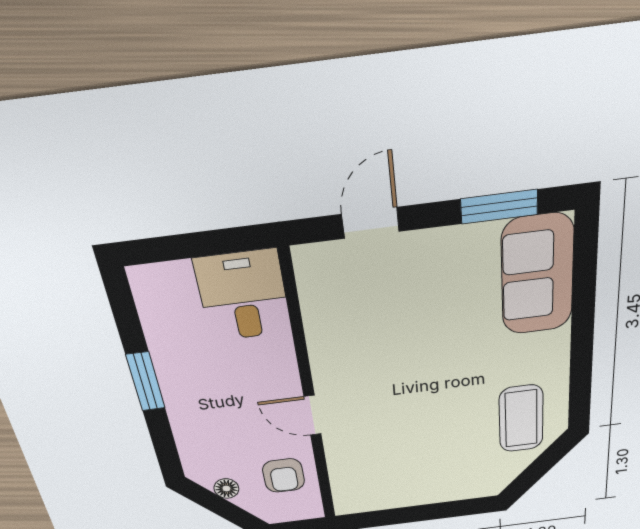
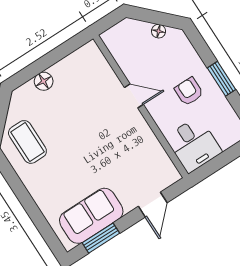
sofa: (537, 275) -> (91, 216), moved, turned -90
armchair: (284, 475) -> (189, 91), moved
floor lamp: (443, 490) -> (44, 81), added

